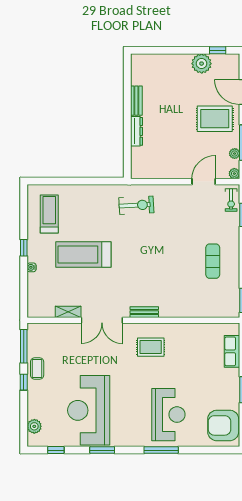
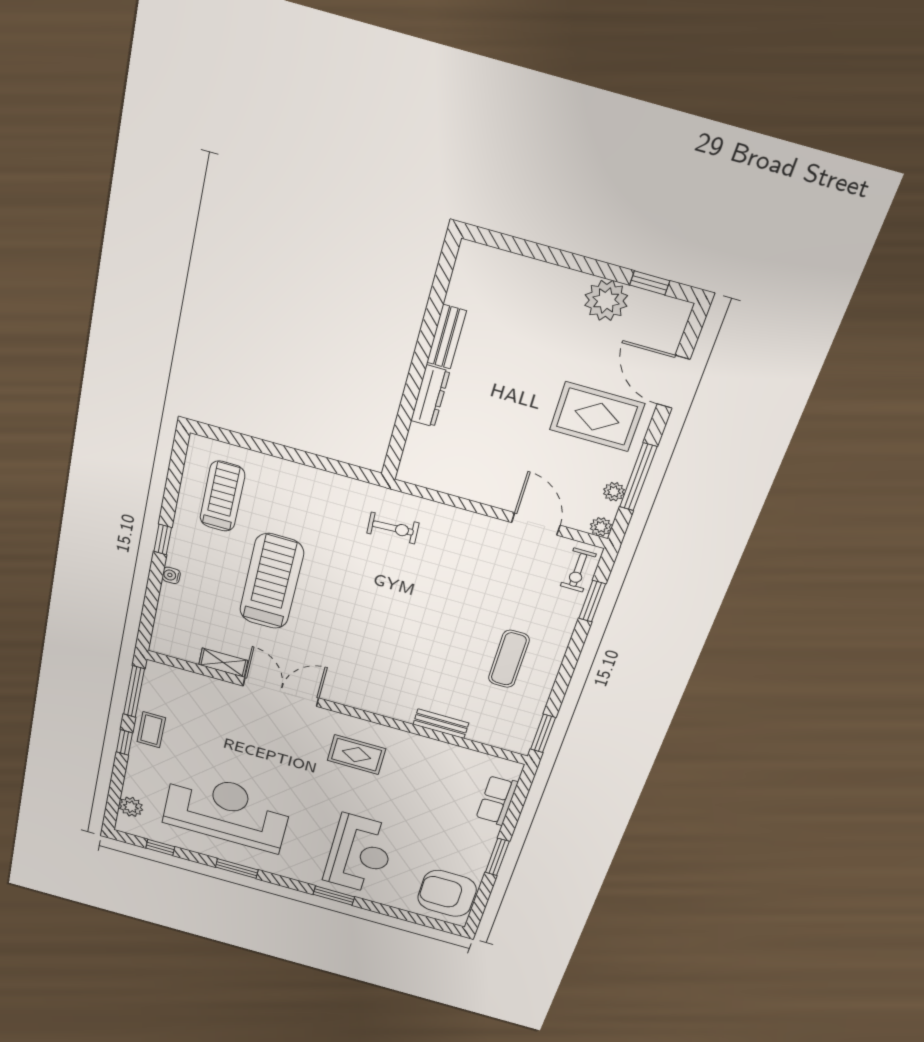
door: (204, 182) -> (536, 524), hinge flipped
exercise bike: (136, 205) -> (393, 528), width x0.73, depth x0.72
treadmill: (83, 254) -> (272, 581), turned 90
bench: (144, 312) -> (441, 724), moved
double door: (102, 320) -> (281, 692), swing flipped
reception desk: (89, 410) -> (227, 811), turned 90
window: (161, 450) -> (334, 896), width x0.69

